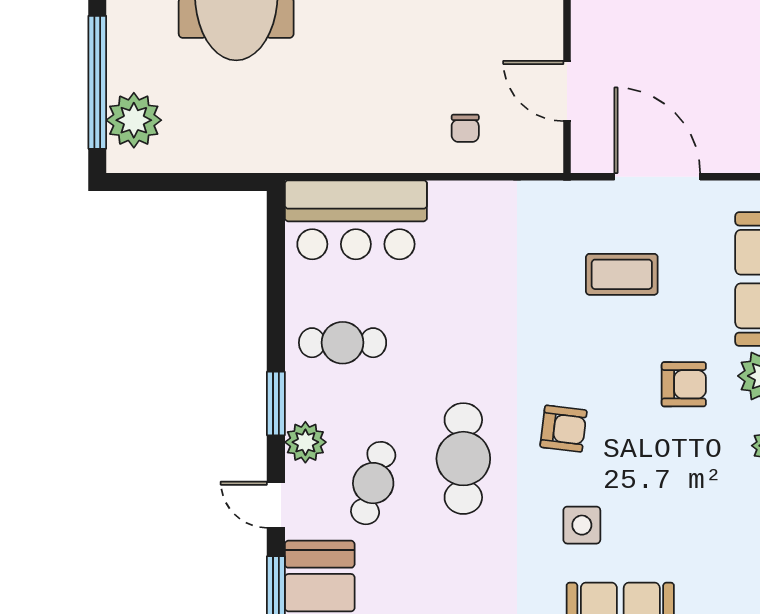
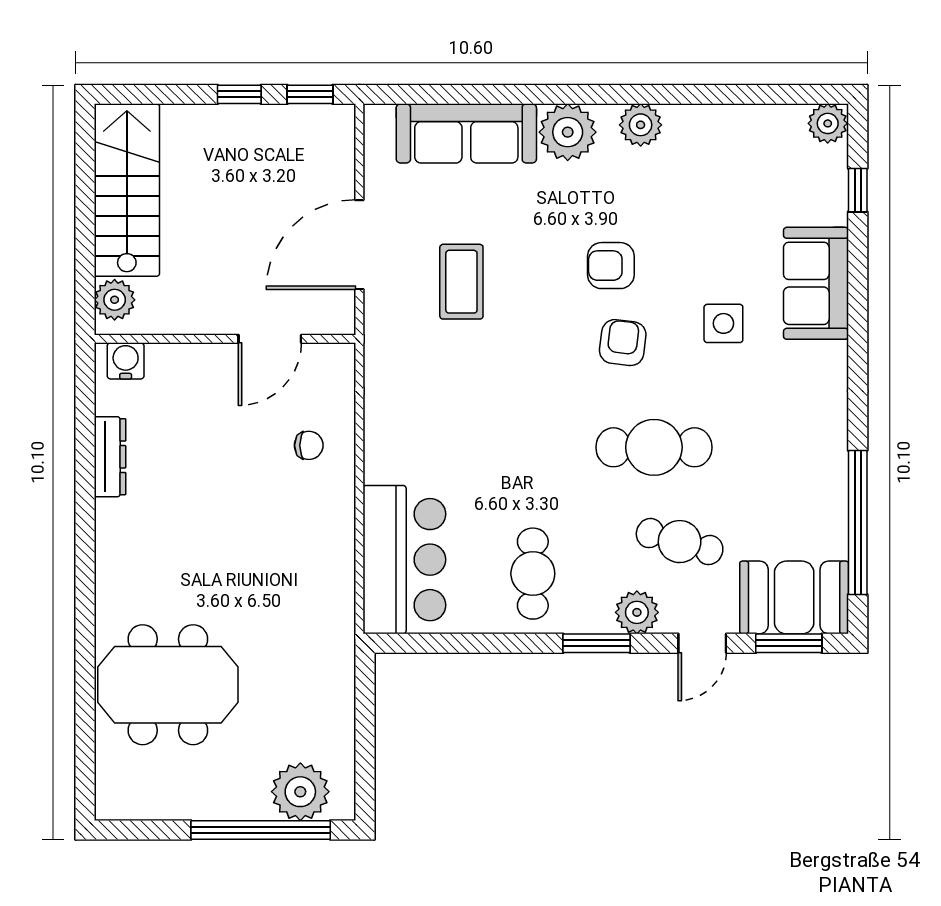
armchair: (684, 384) -> (611, 266), moved, turned -90

